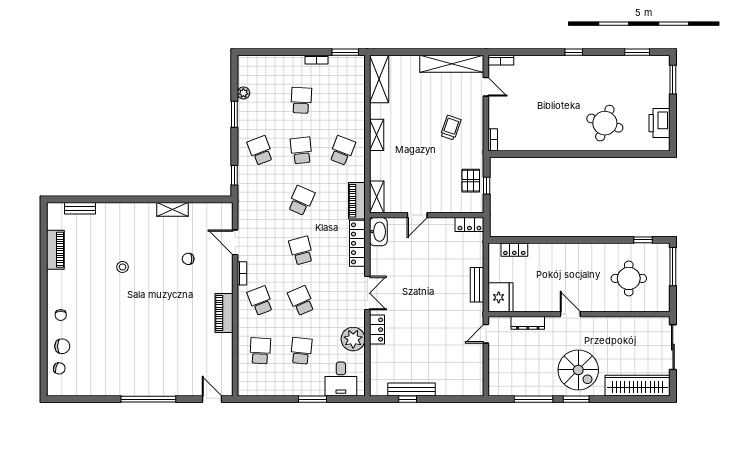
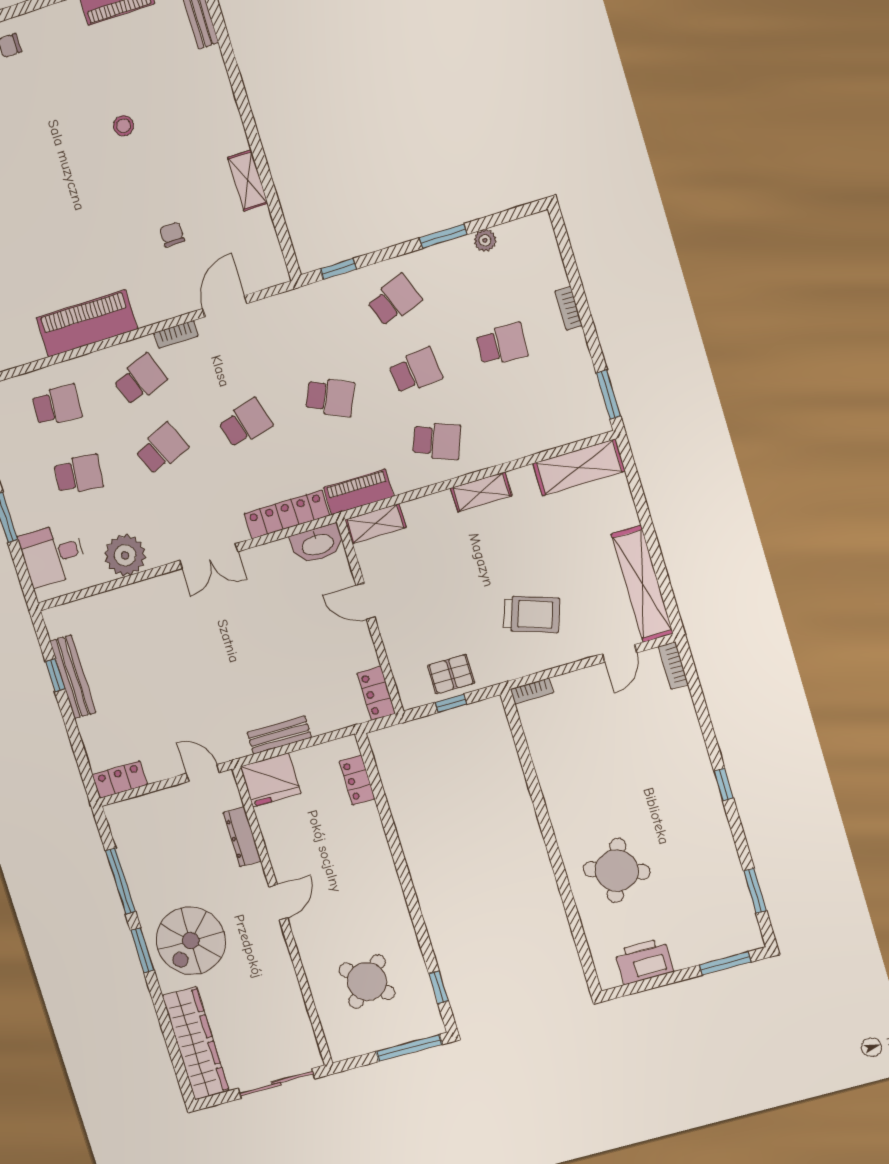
bookcase: (317, 60) -> (569, 308), moved
trolley: (451, 128) -> (531, 614), width x1.36, depth x1.39
round table: (629, 278) -> (367, 981), turned 45
piano: (224, 313) -> (87, 323), width x1.37, depth x1.33
locker: (377, 330) -> (120, 780), moved, turned 180

